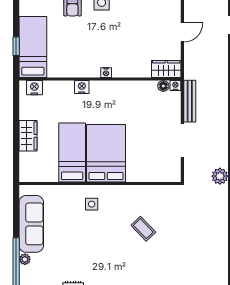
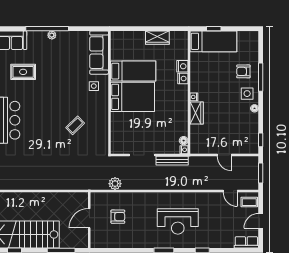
wardrobe: (166, 69) -> (197, 113), moved
nightstand: (34, 88) -> (182, 66), moved
wardrobe: (28, 136) -> (157, 38), moved
sofa: (31, 224) -> (99, 53), moved, turned 90

